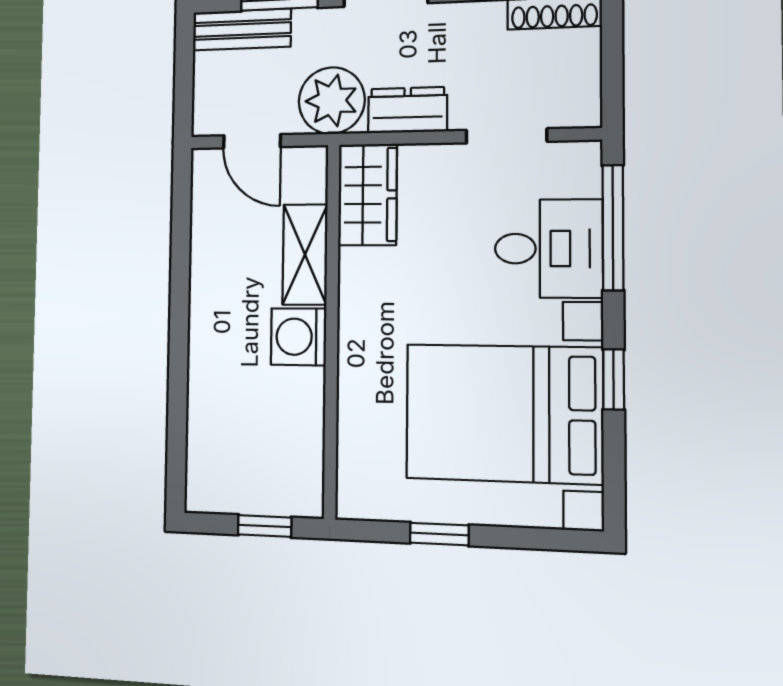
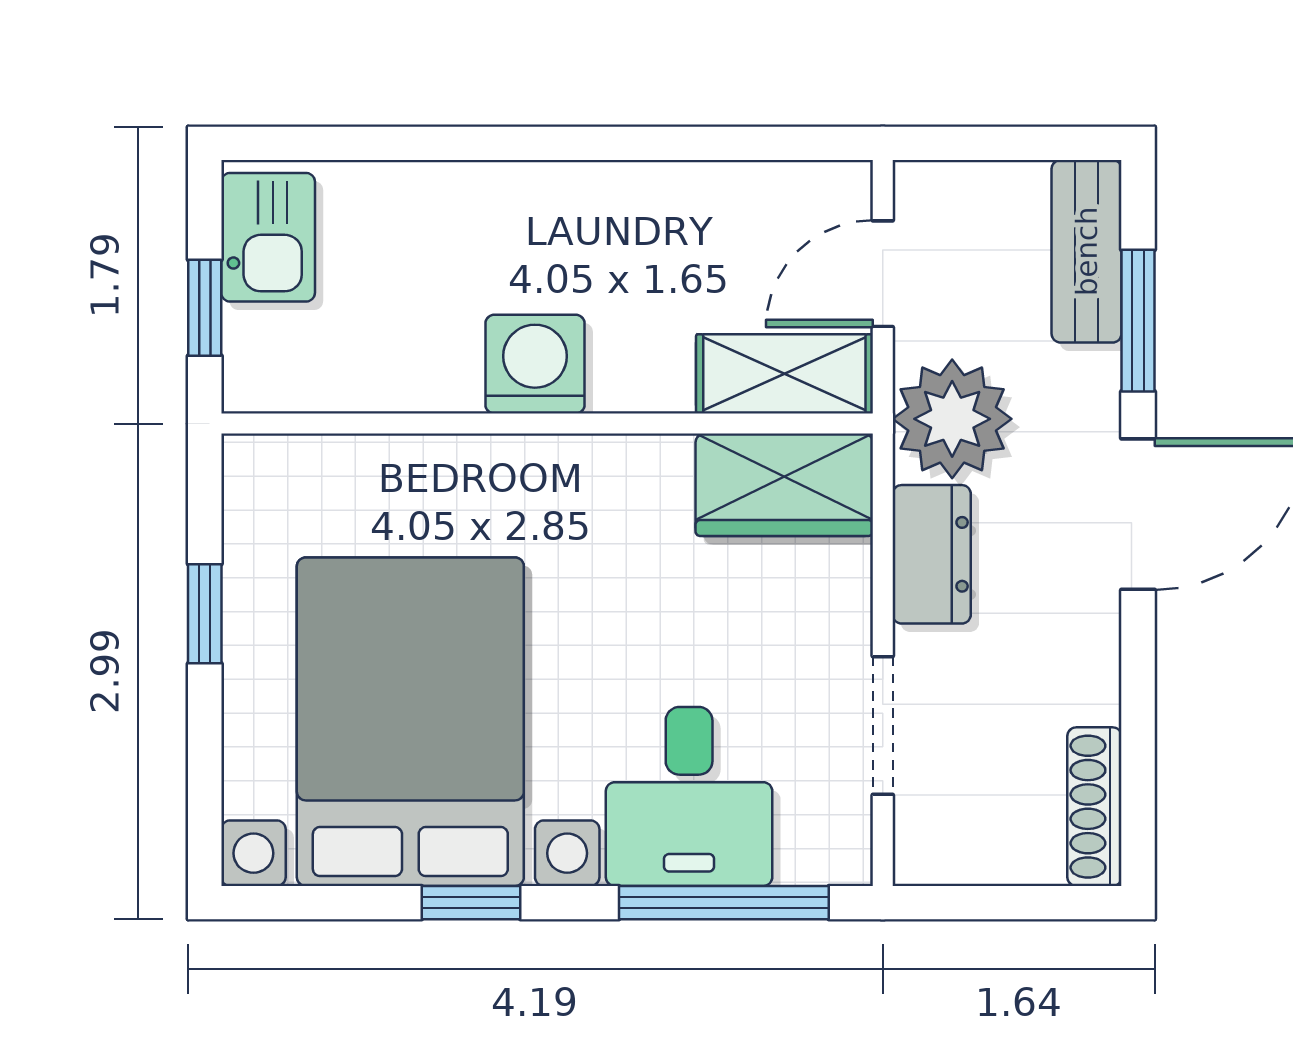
shelving: (305, 255) -> (784, 374), moved
kitchen sink: (226, 488) -> (268, 237), added

